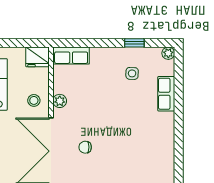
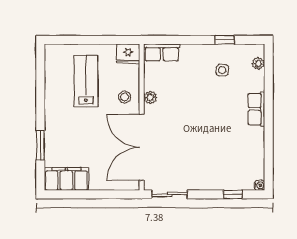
plant: (168, 53) -> (258, 63), moved
row of seats: (166, 94) -> (256, 109), moved
chair: (85, 147) -> (176, 144), removed

